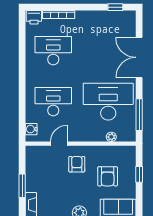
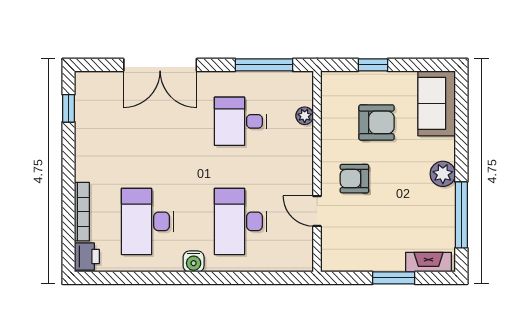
desk: (108, 102) -> (240, 121), width x0.53, depth x0.77
water cooler: (31, 129) -> (194, 261), moved

